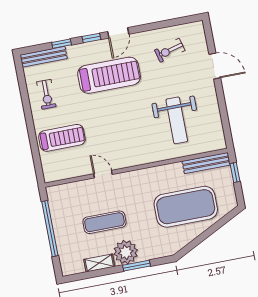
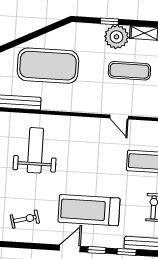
window: (137, 266) -> (109, 21), width x0.67

